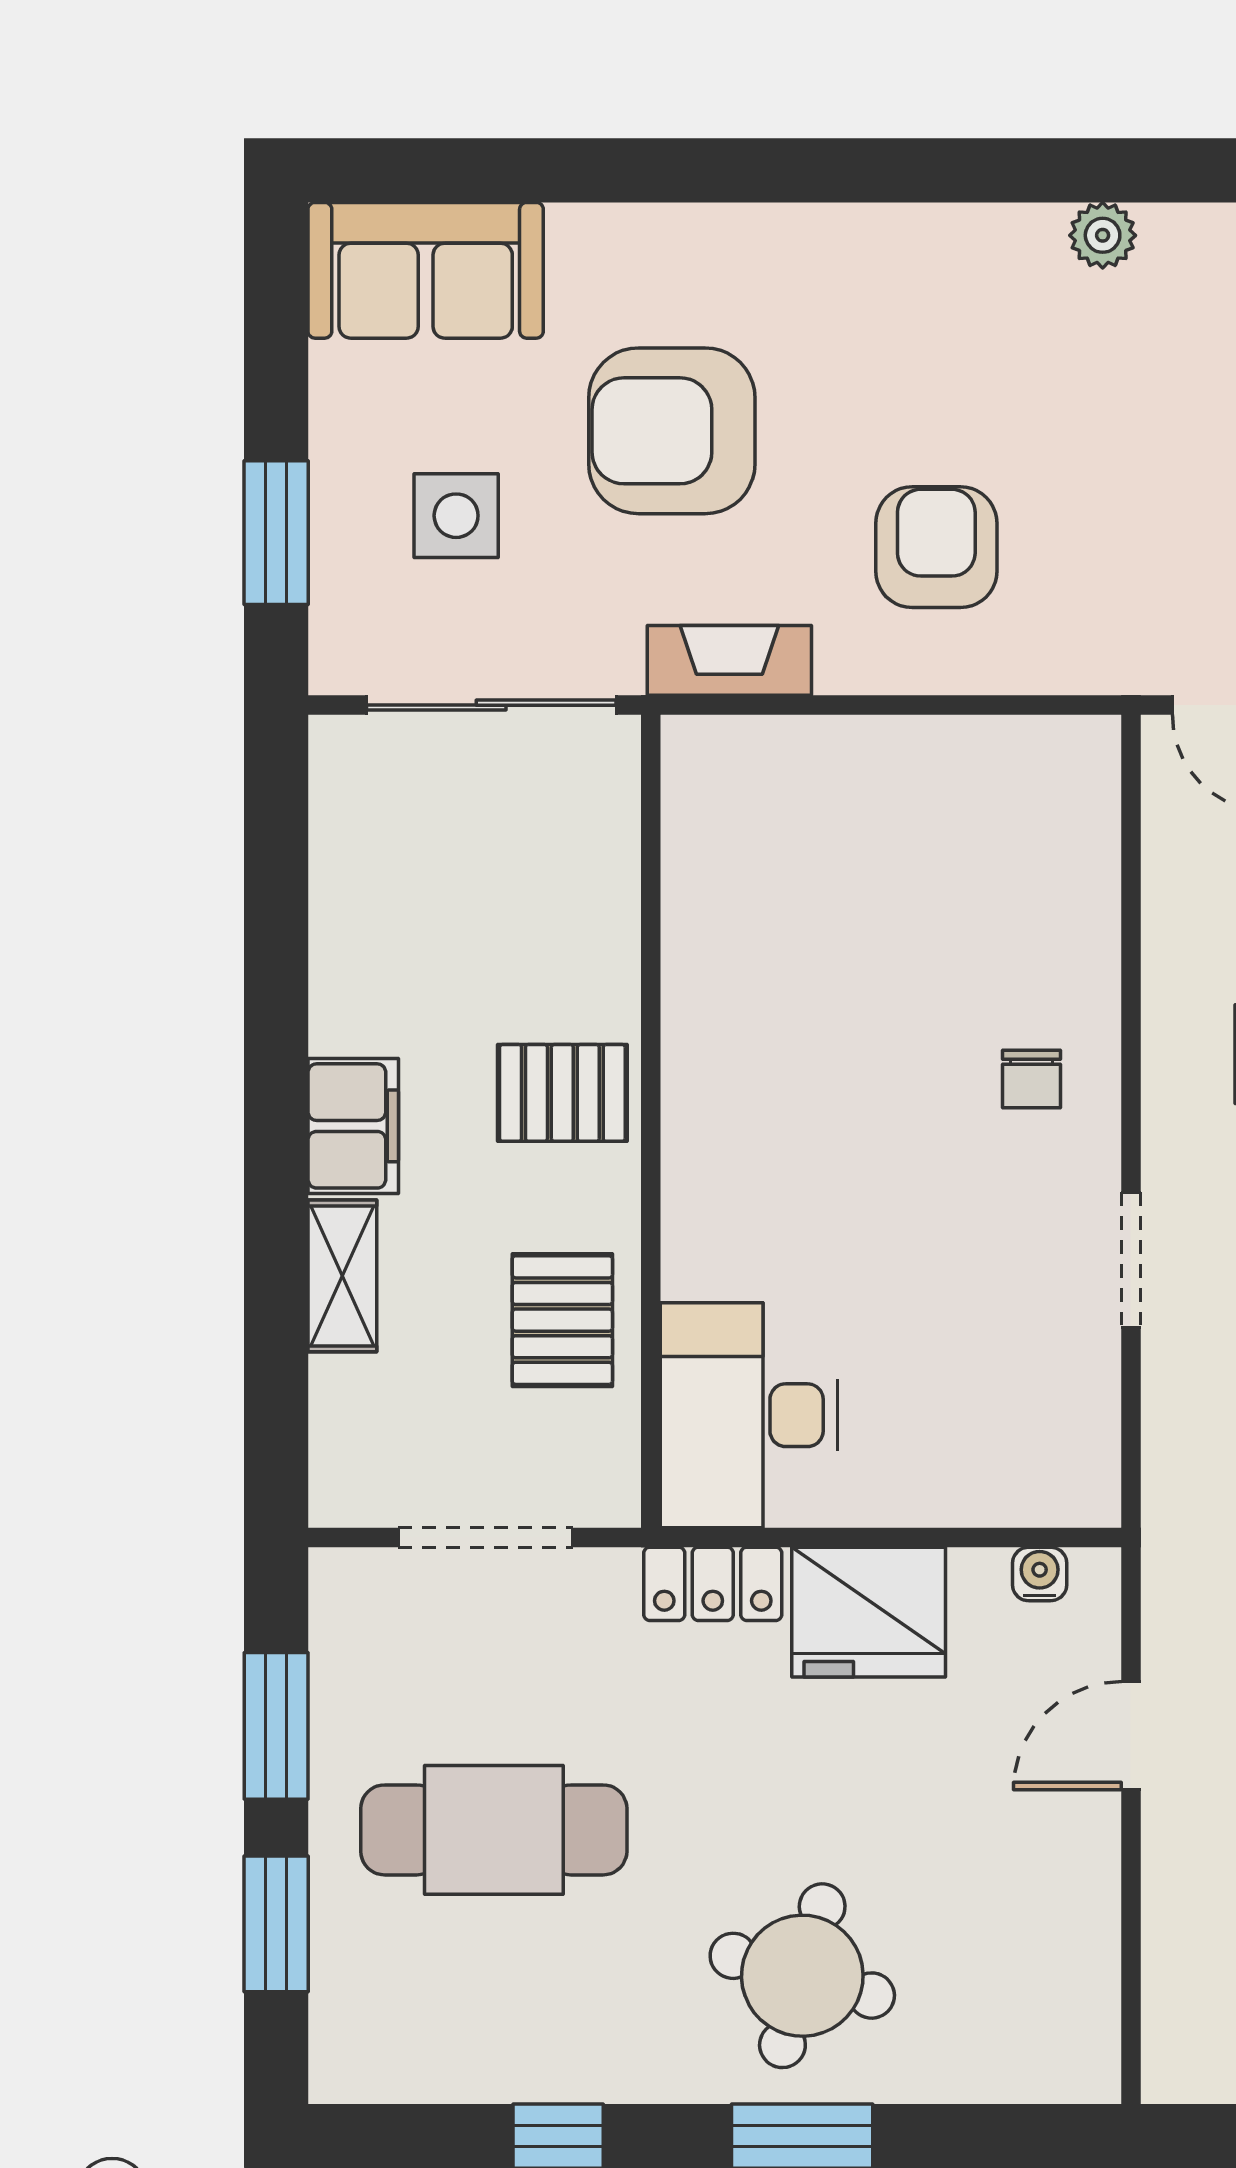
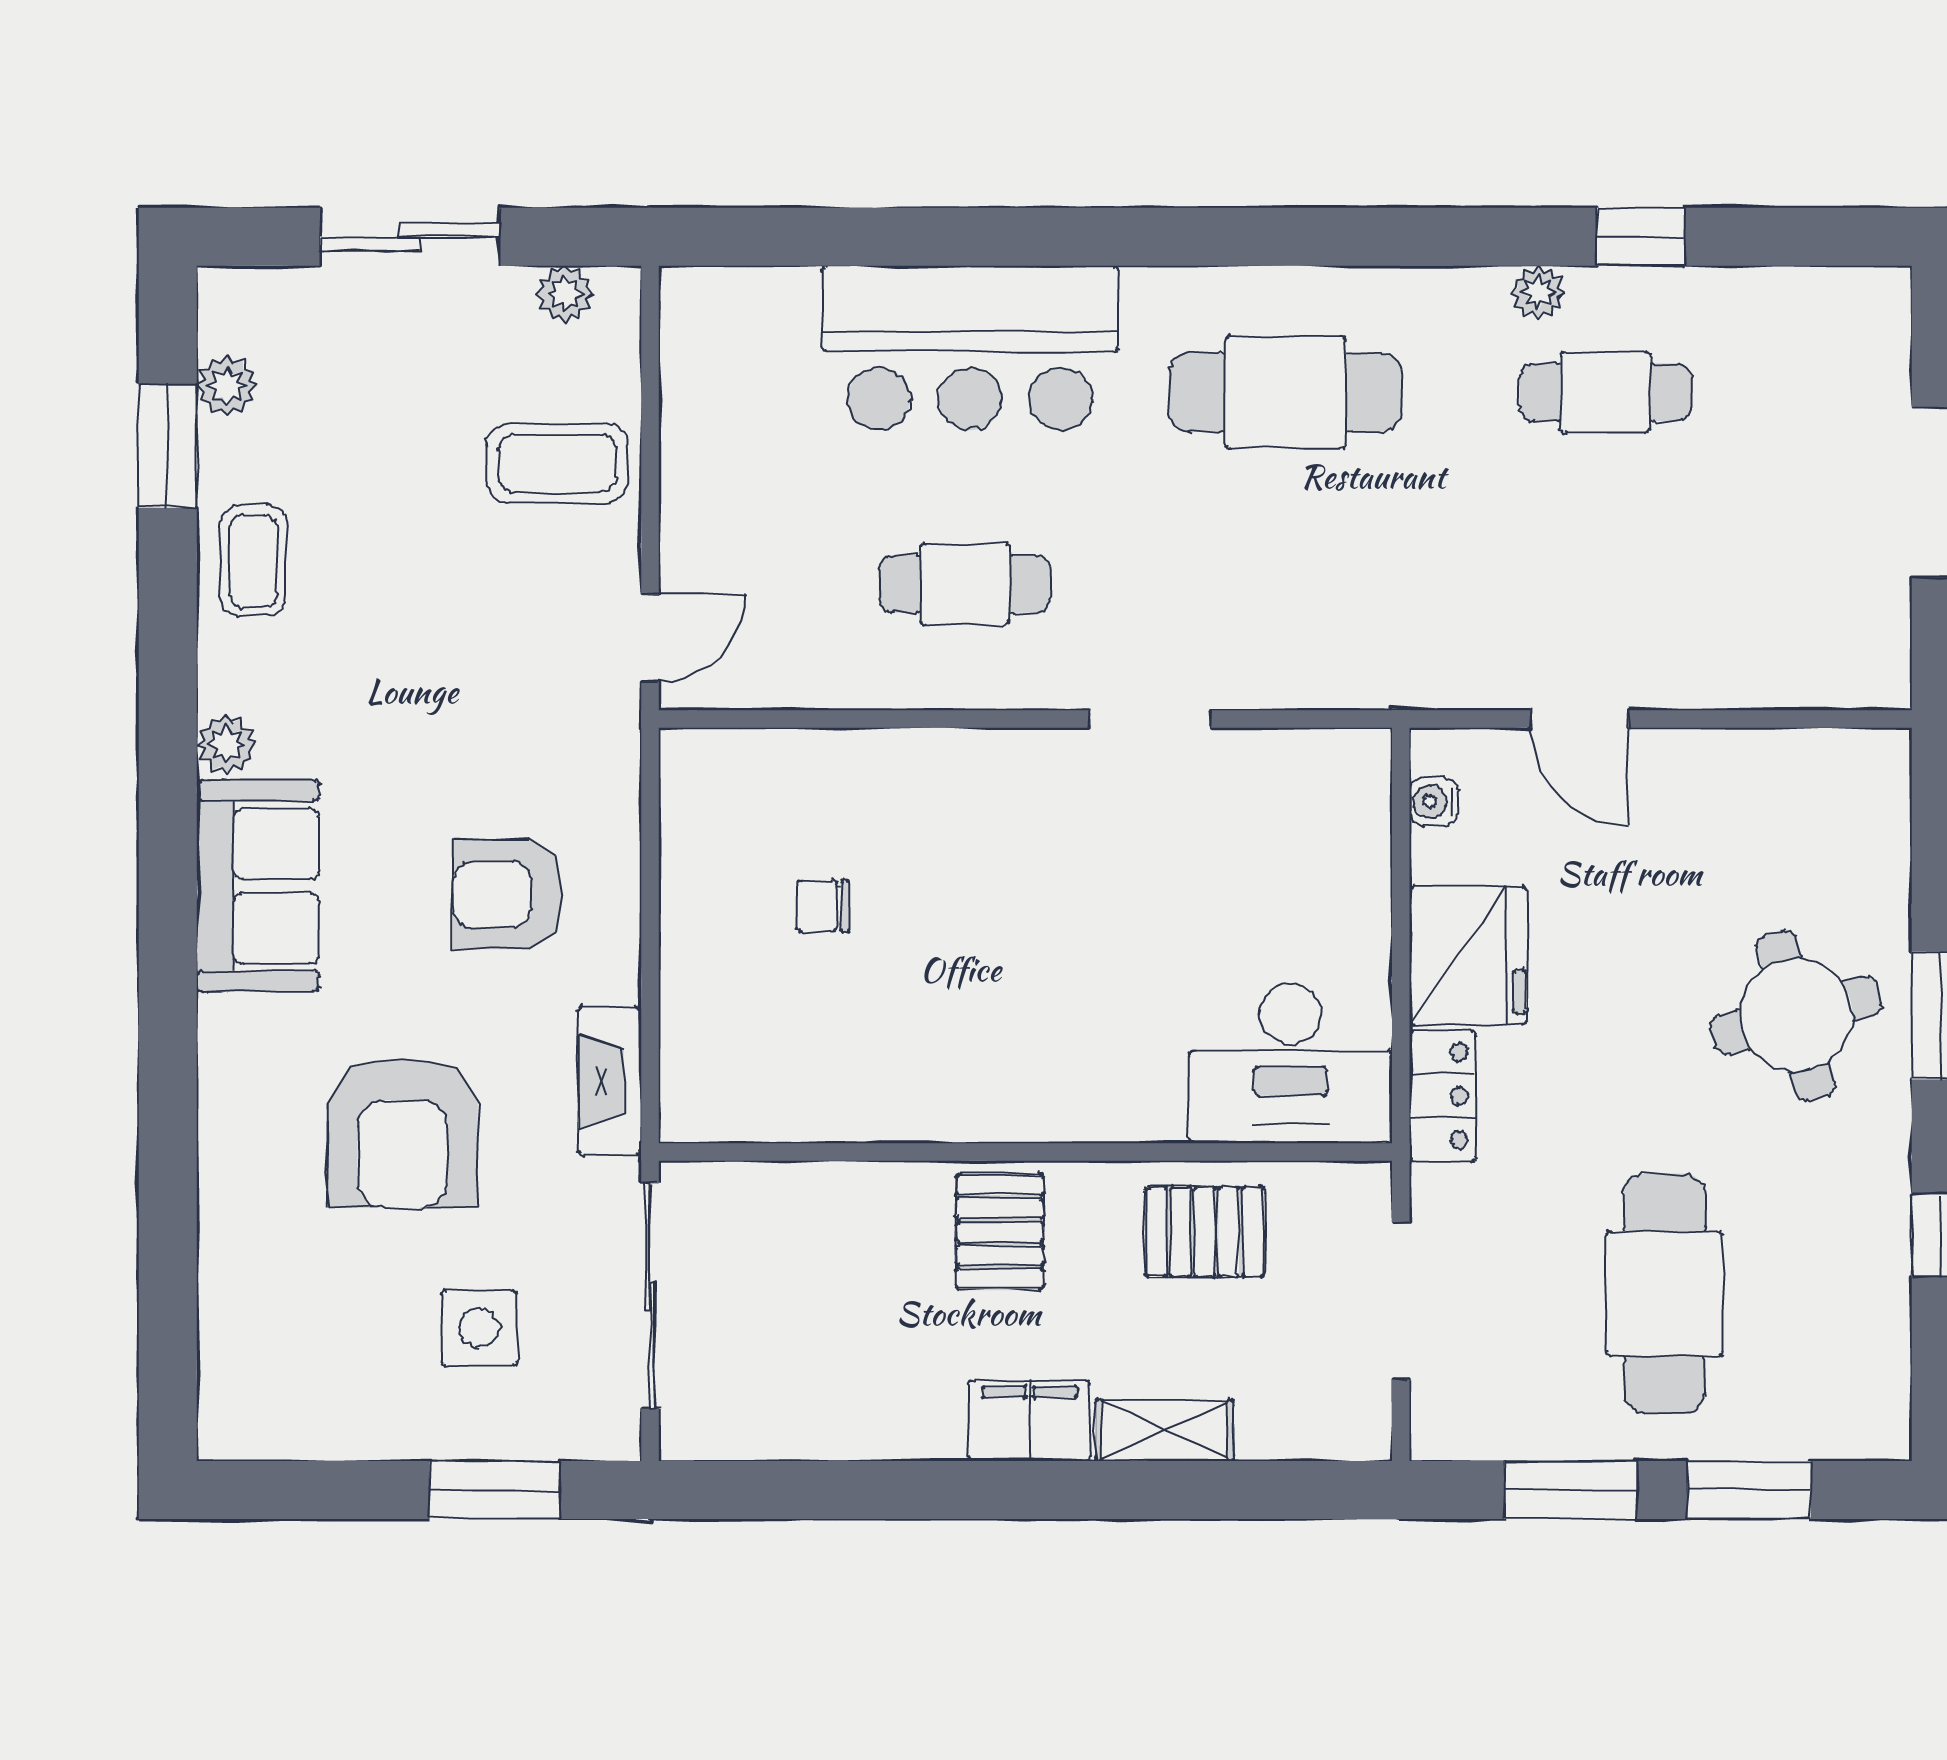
sofa: (426, 270) -> (258, 886), moved
chair: (1031, 1079) -> (823, 906), moved, turned 180
round table: (802, 1976) -> (1796, 1015), turned -31

